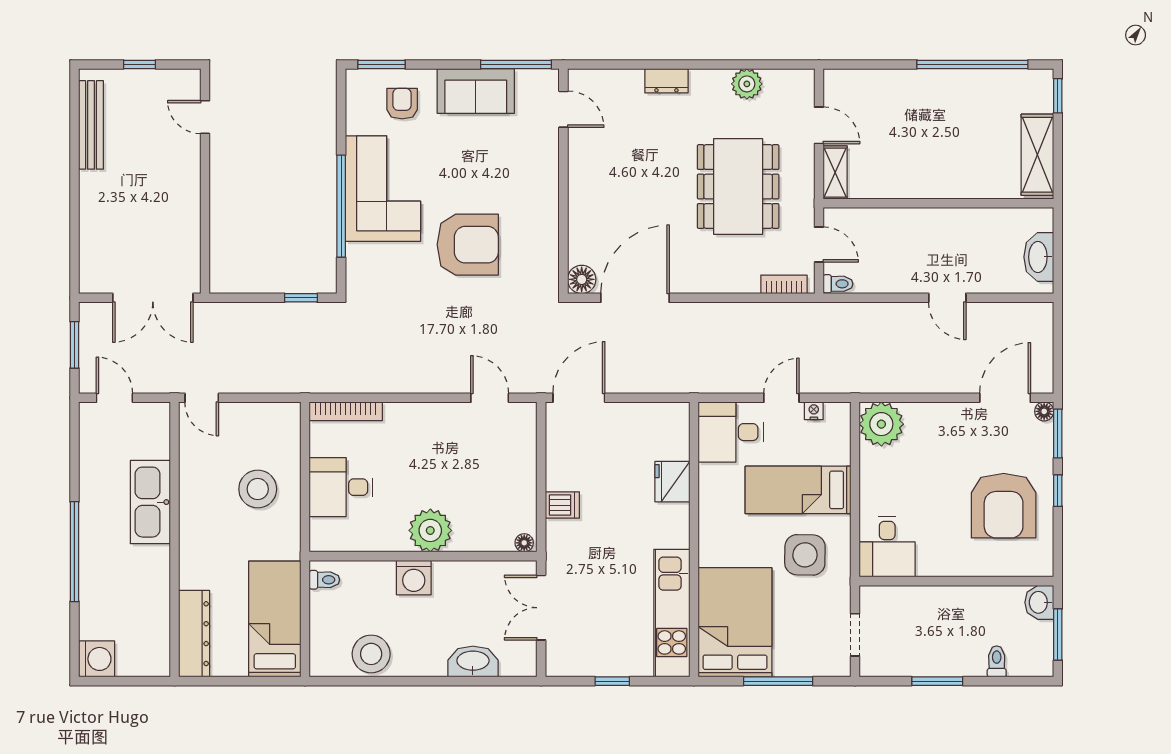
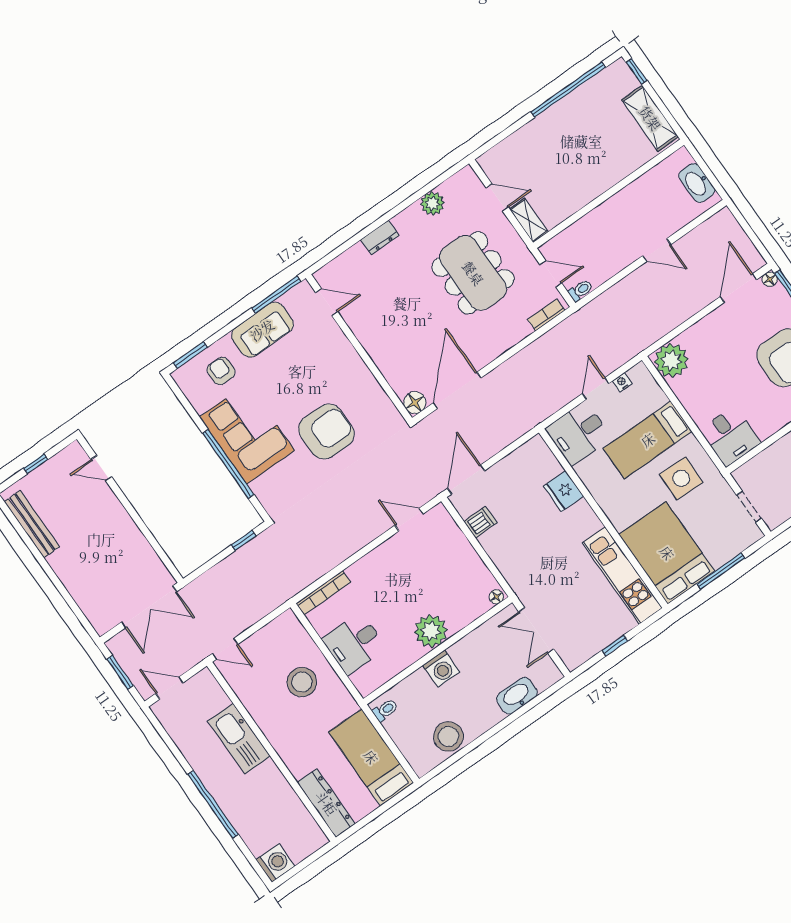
dishwasher: (562, 505) -> (480, 522), moved

